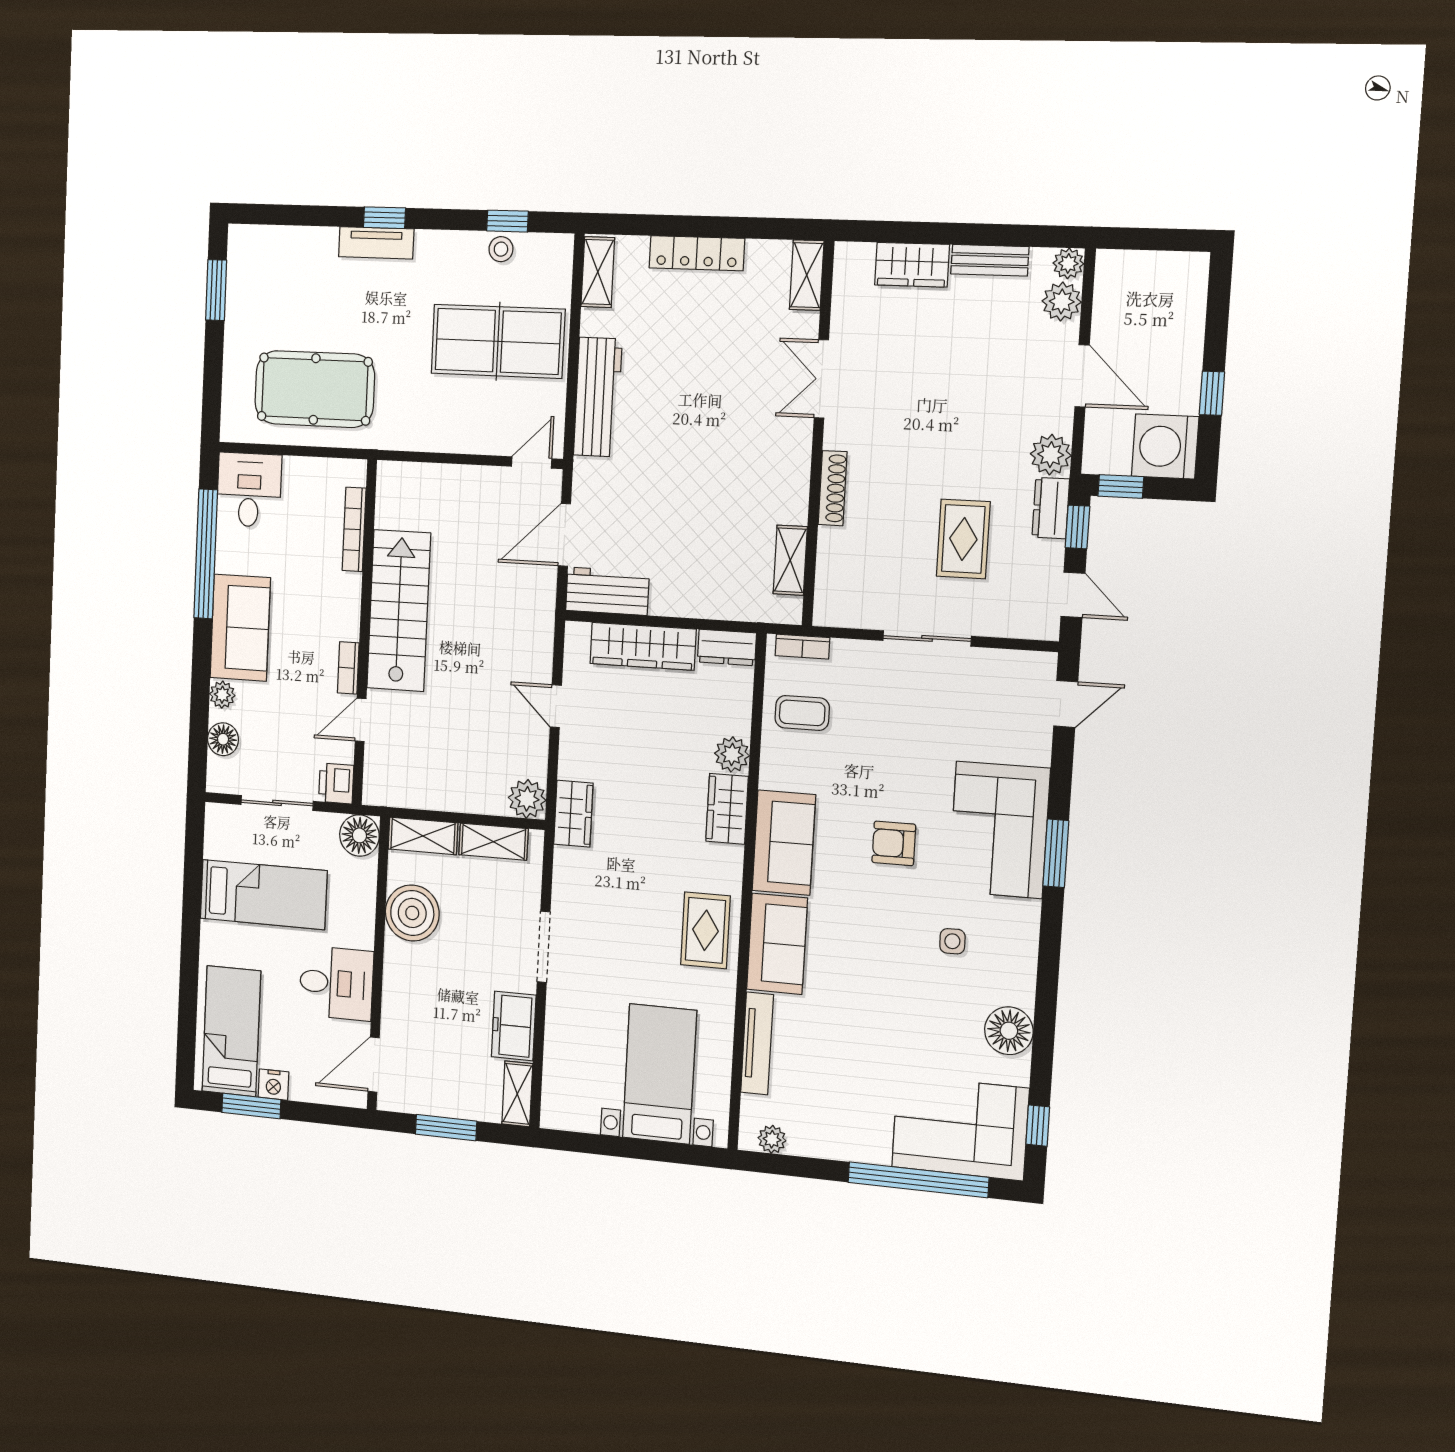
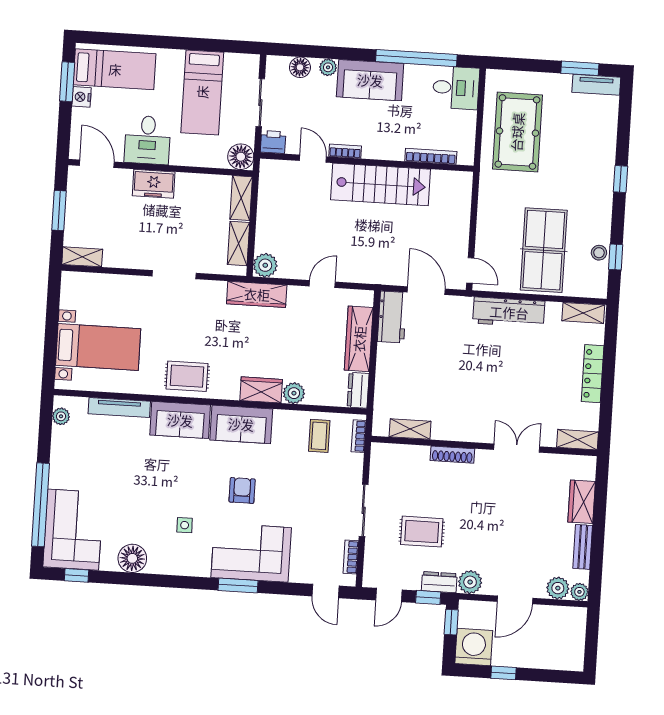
tv unit: (376, 243) -> (596, 85), moved, turned -90
bookcase: (1007, 660) -> (351, 557), added
wardrobe: (573, 814) -> (257, 294), width x1.50
boiler: (412, 913) -> (193, 190), removed
freezer: (514, 1026) -> (154, 184), moved, turned 180

